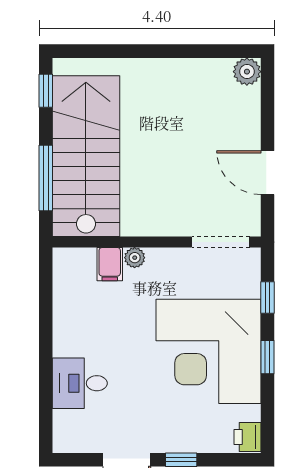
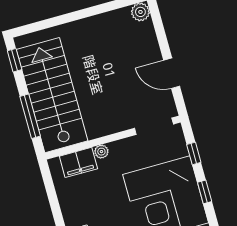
filing cabinet: (110, 264) -> (78, 162), width x2.00

